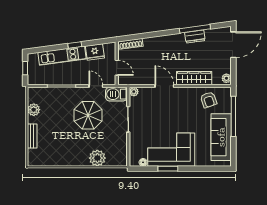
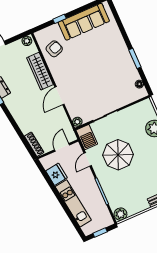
window: (75, 45) -> (58, 196), removed
plant: (34, 110) -> (120, 214), moved
window: (233, 116) -> (59, 19), width x0.32
corner sofa: (171, 150) -> (116, 63), removed

